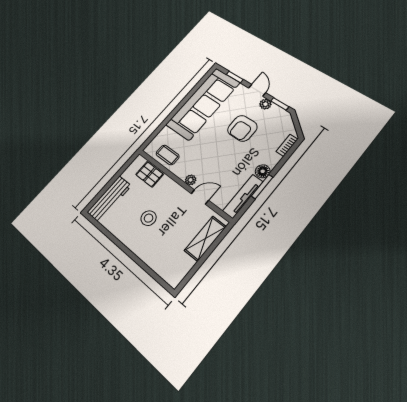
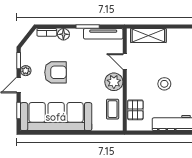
floor lamp: (263, 171) -> (63, 34), moved
plant: (191, 180) -> (114, 82), width x1.88, depth x1.88

